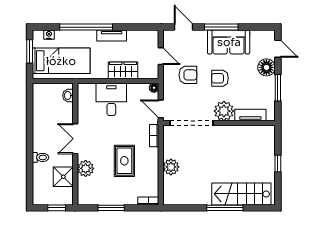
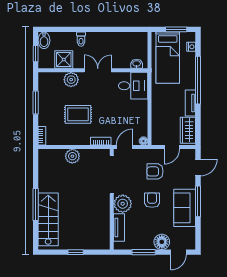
wardrobe: (123, 70) -> (188, 130), moved, turned 180
armchair: (188, 75) -> (155, 171), turned 90
desk: (111, 99) -> (133, 86), moved
bidet: (42, 199) -> (44, 40), added

